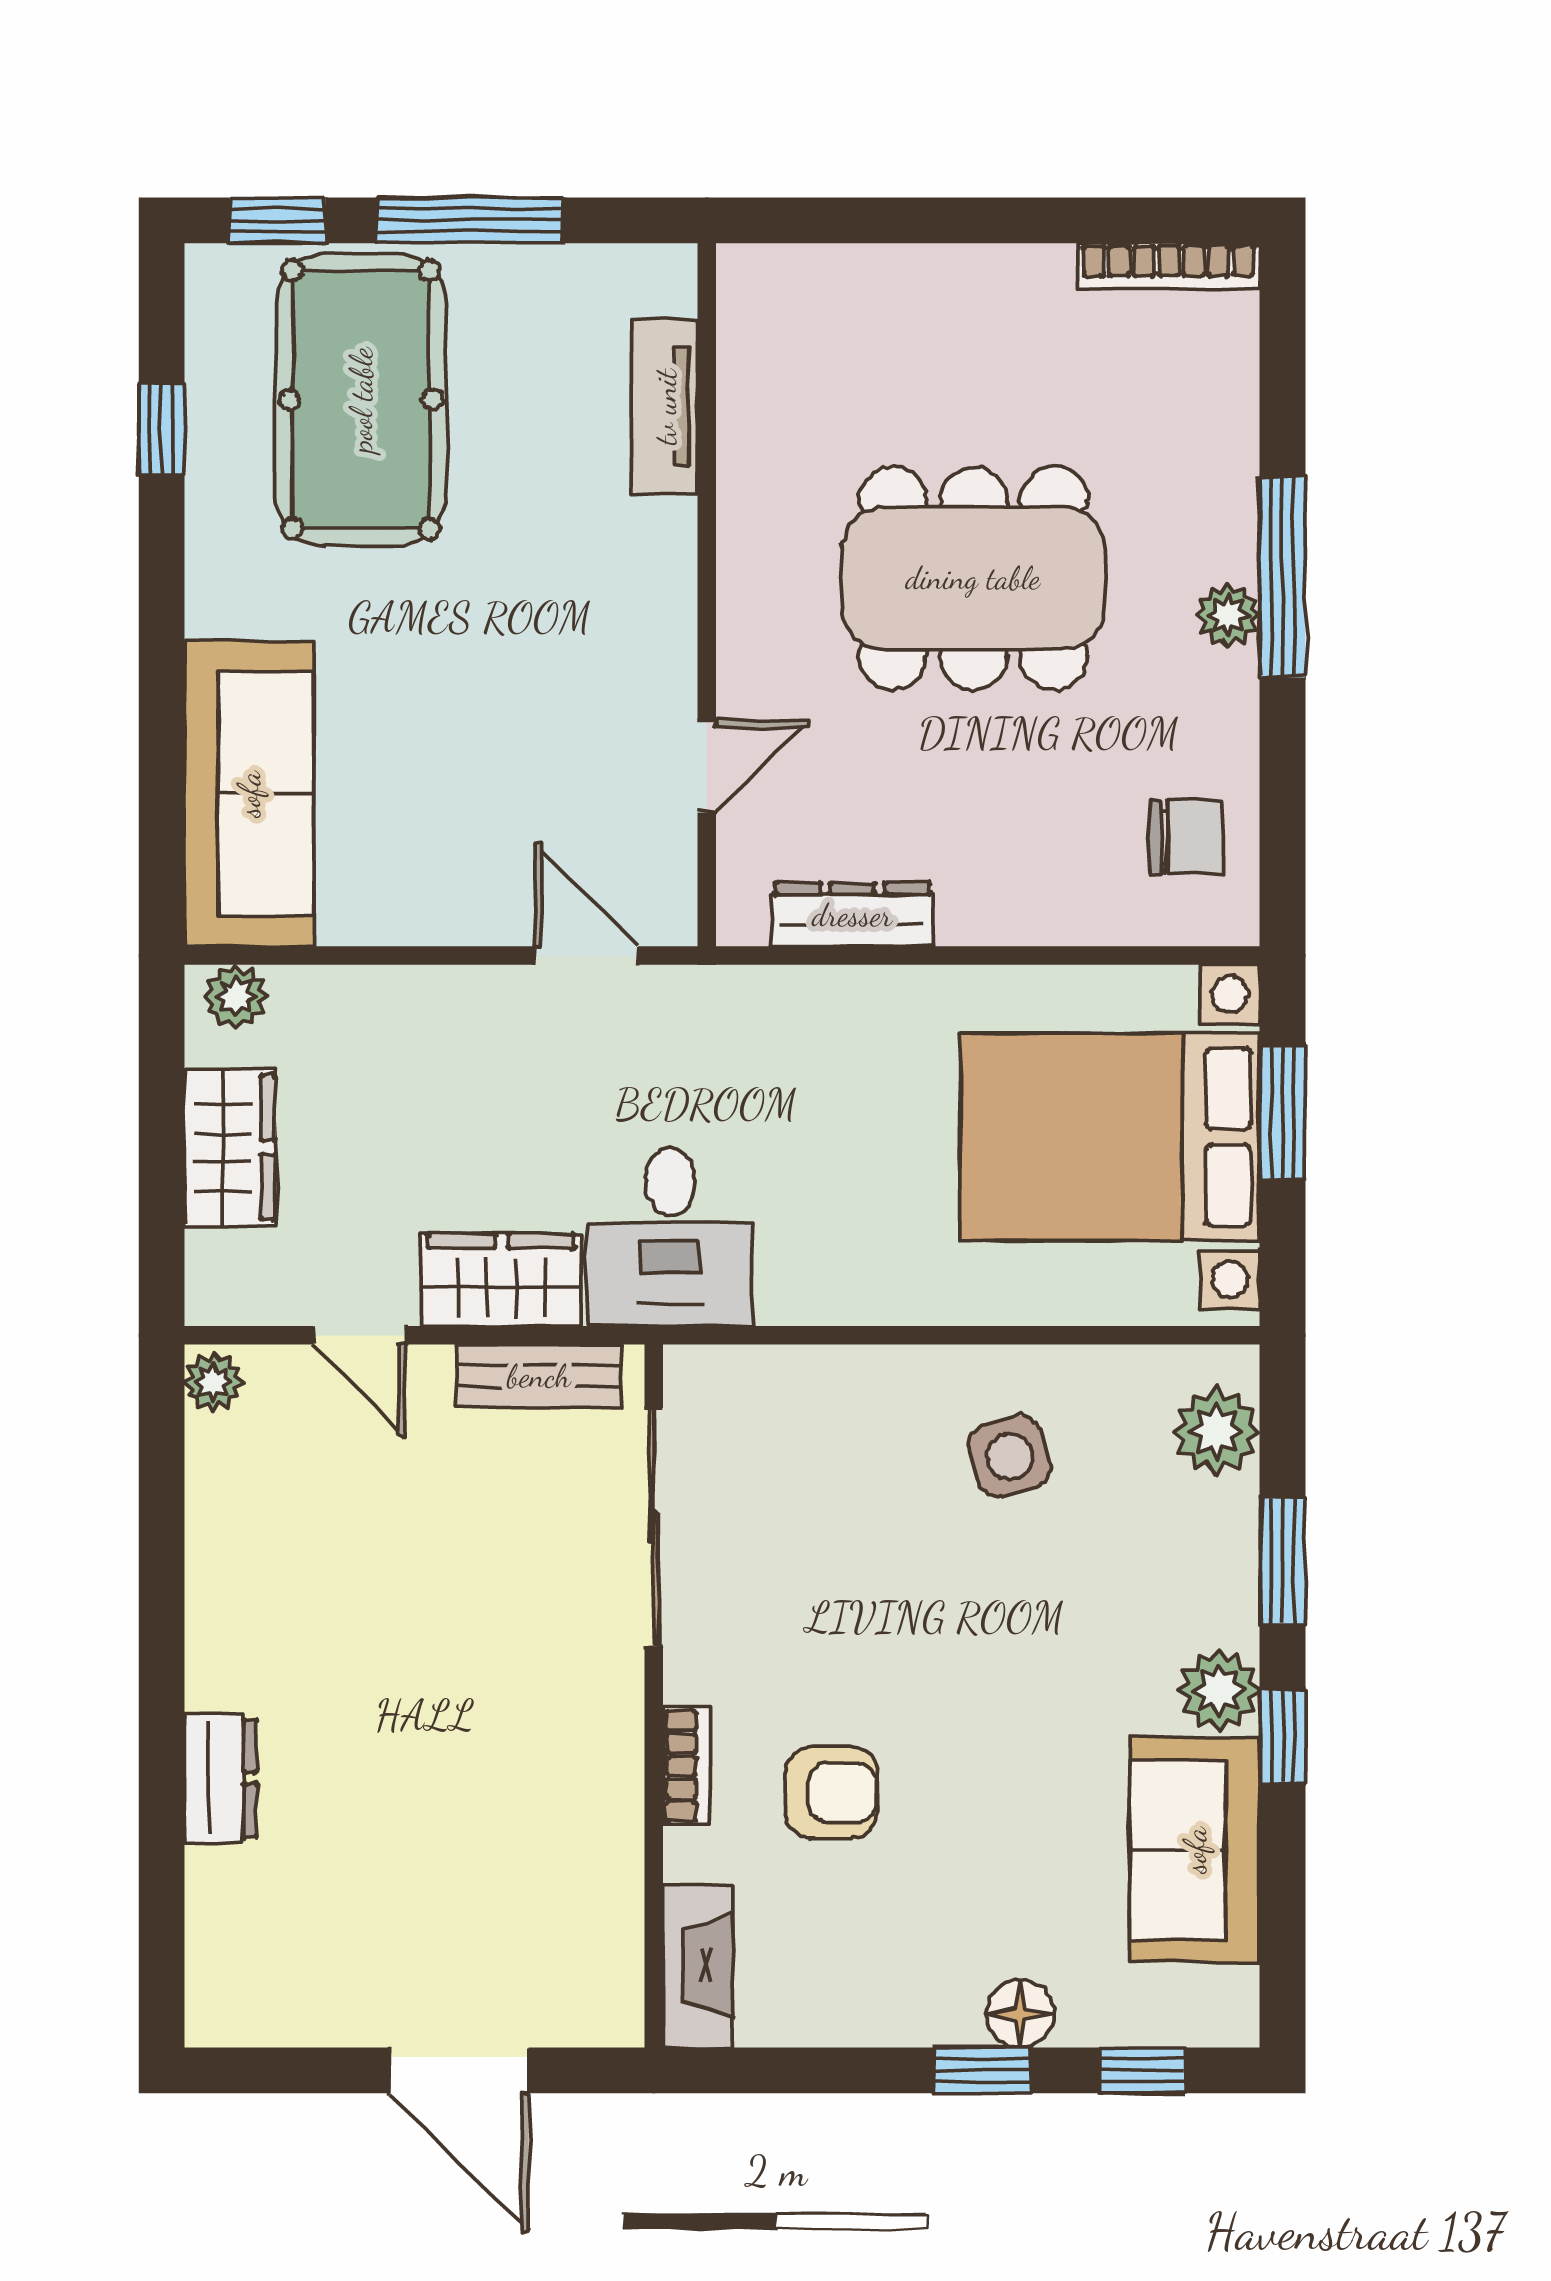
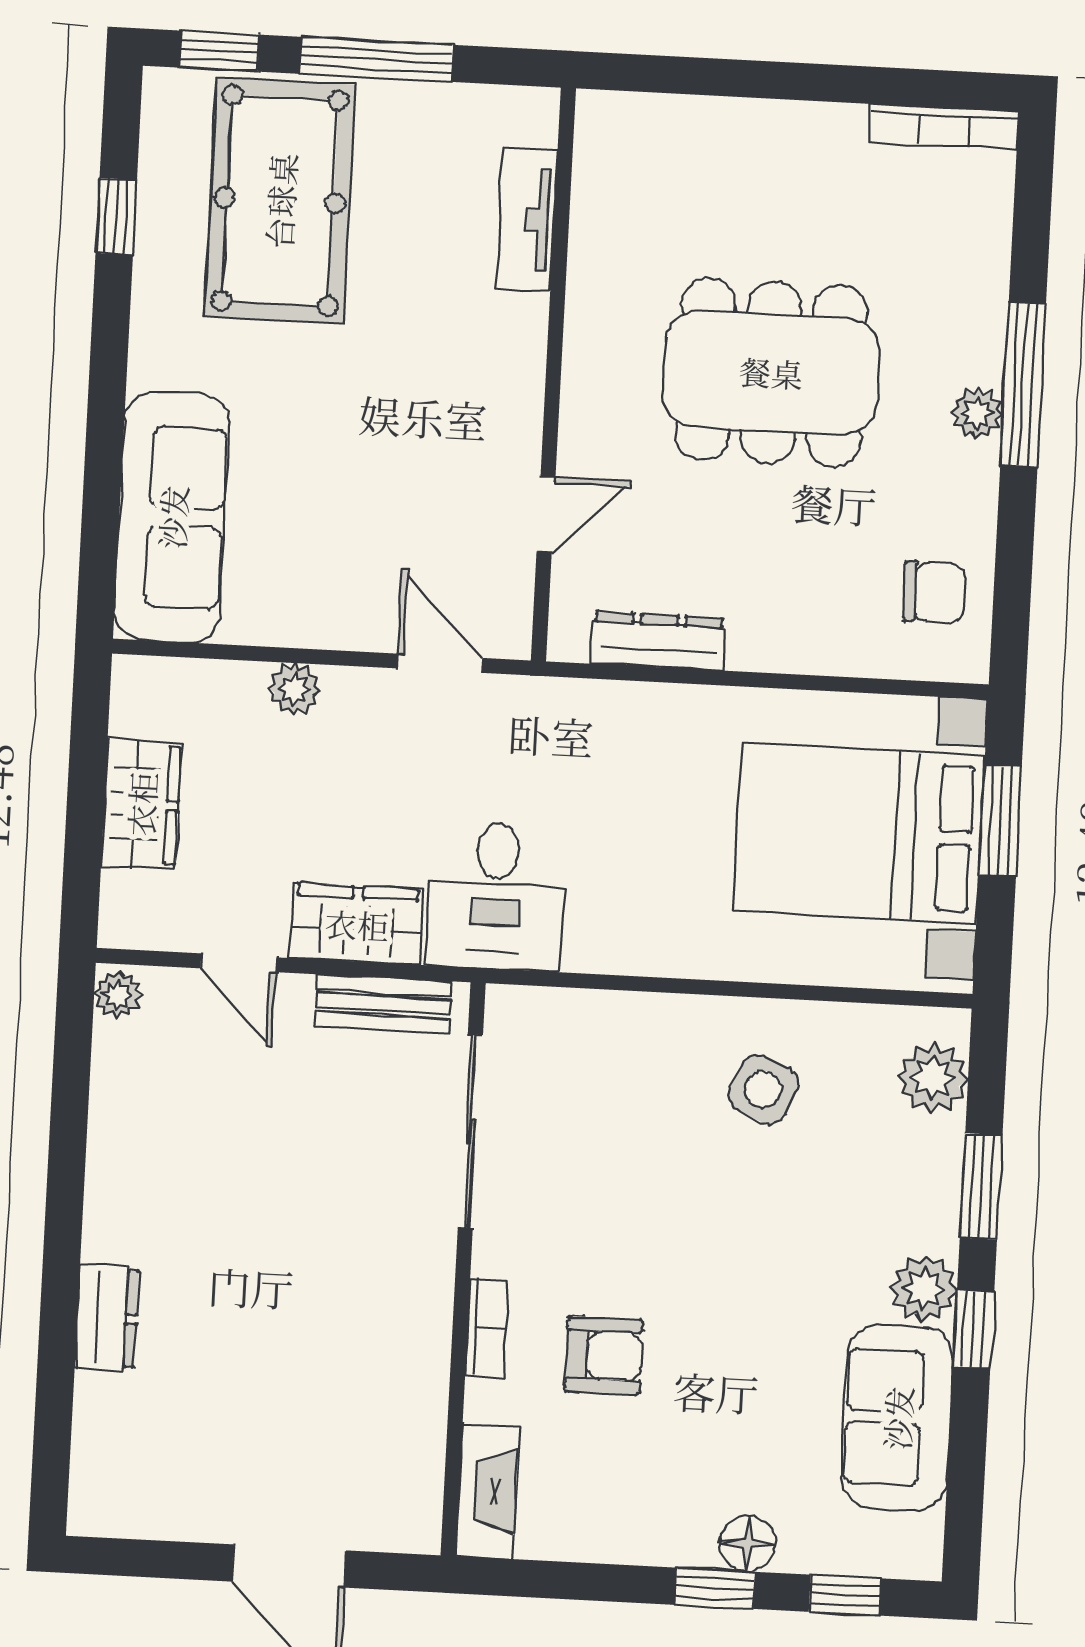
plant: (236, 996) -> (294, 689), moved
side table: (1010, 1456) -> (763, 1089), turned 38

